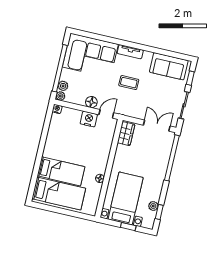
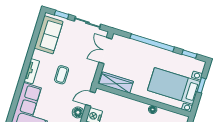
door: (106, 114) -> (90, 99), hinge flipped
wardrobe: (126, 134) -> (116, 83), width x1.50
window: (172, 158) -> (152, 43), moved
plant: (153, 206) -> (183, 60), removed

